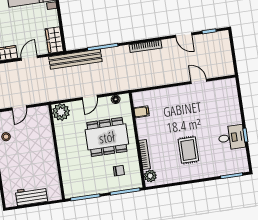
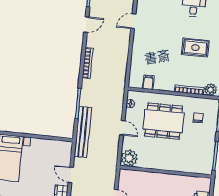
wardrobe: (54, 40) -> (60, 147), removed
dining table: (107, 137) -> (164, 121), turned 90

